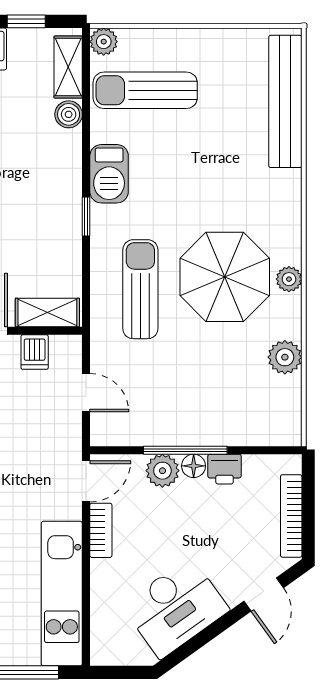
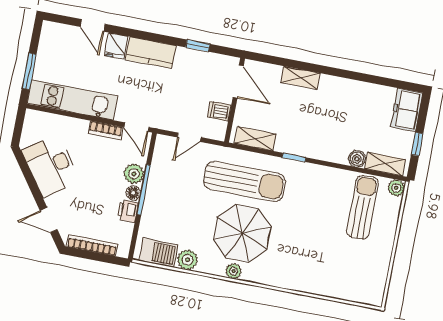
bench: (285, 101) -> (340, 289), removed
barbecue: (109, 174) -> (159, 253), moved, turned 180
sun lounger: (140, 289) -> (245, 181), width x1.36, depth x1.34
shelving: (47, 312) -> (255, 139), moved, turned 90

